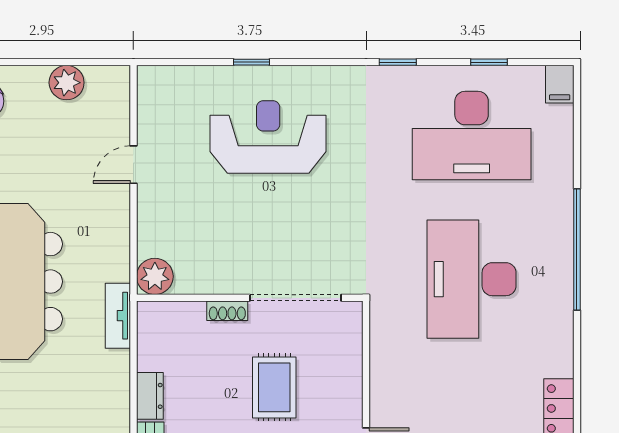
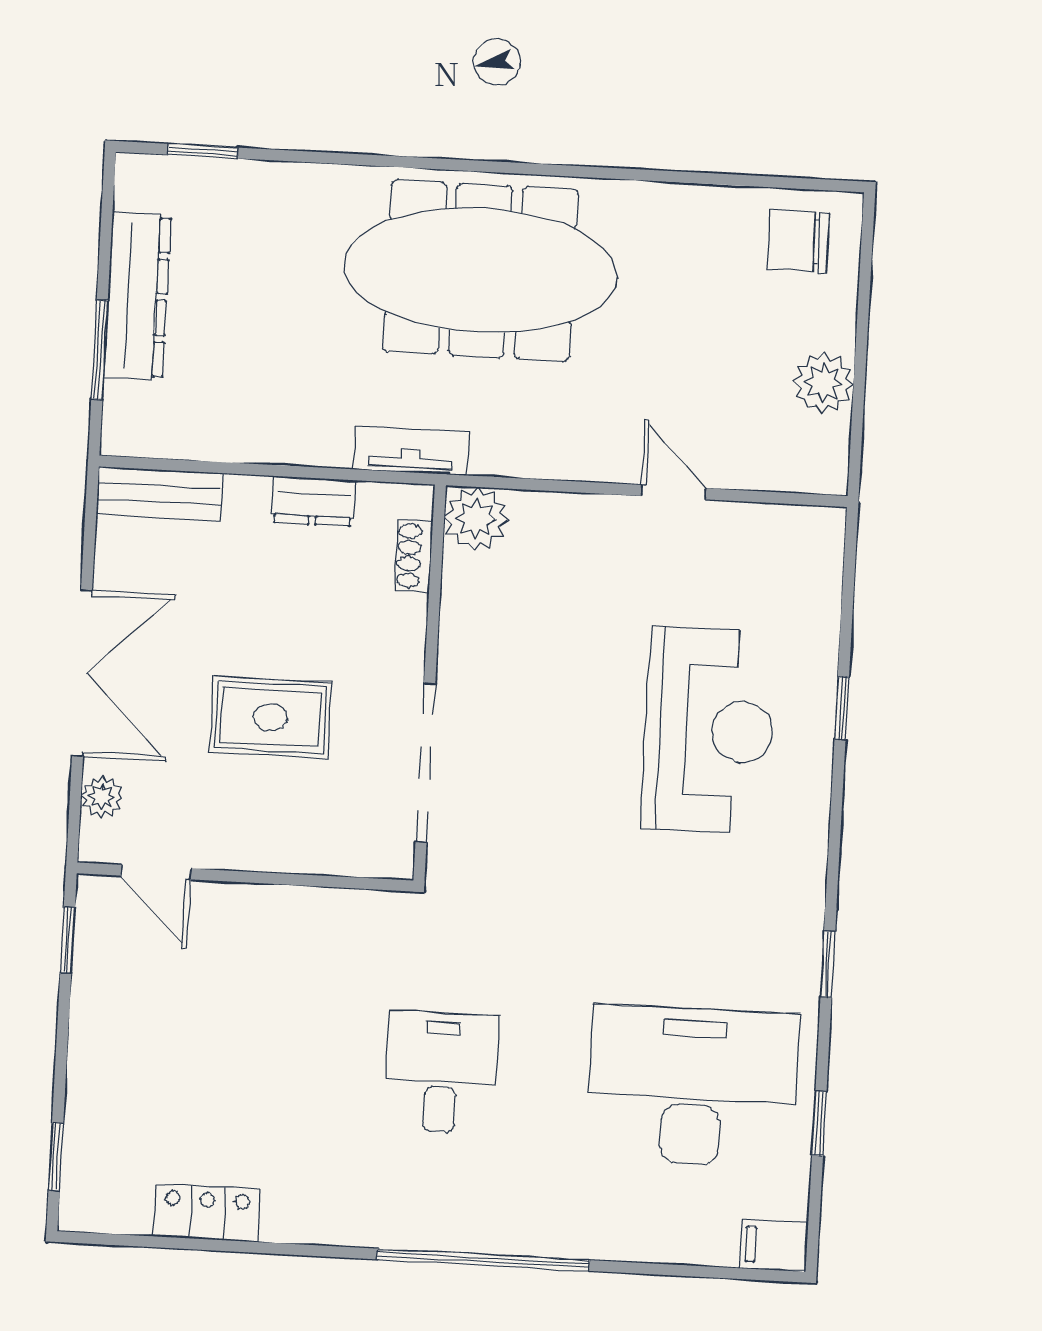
desk: (472, 136) -> (692, 1086), turned 90
desk: (472, 279) -> (441, 1072), width x0.53, depth x0.77
shoe rack: (227, 311) -> (414, 556), moved
dresser: (150, 396) -> (313, 501), moved

